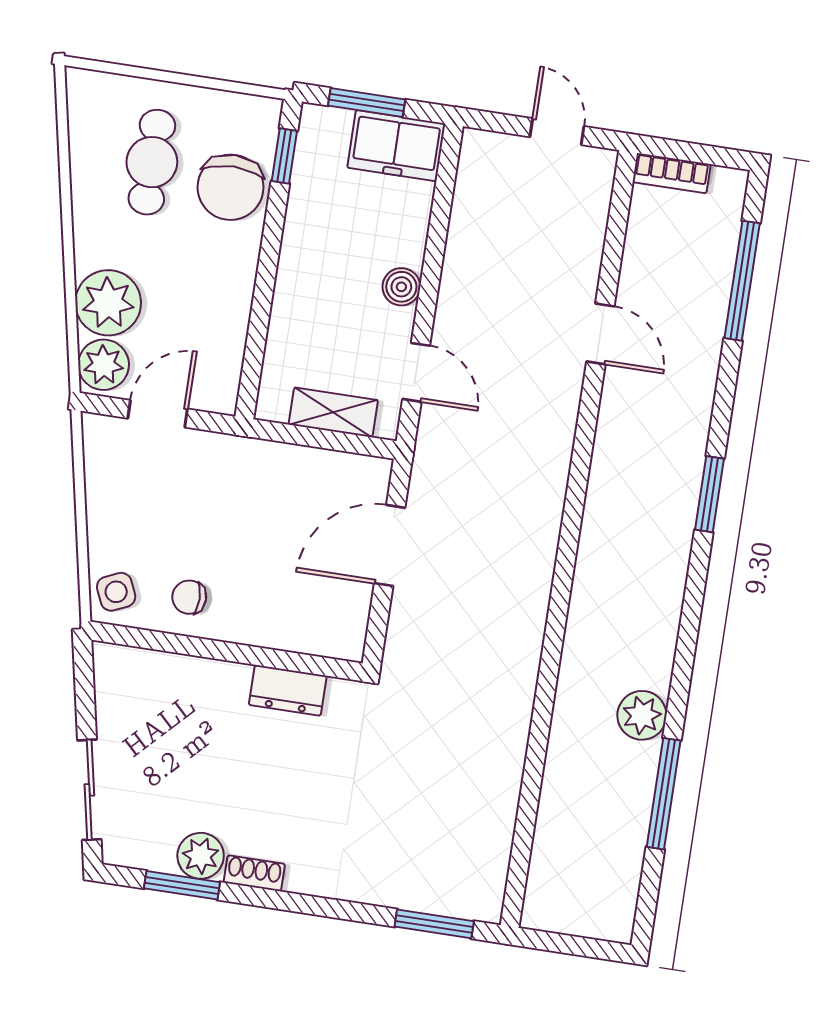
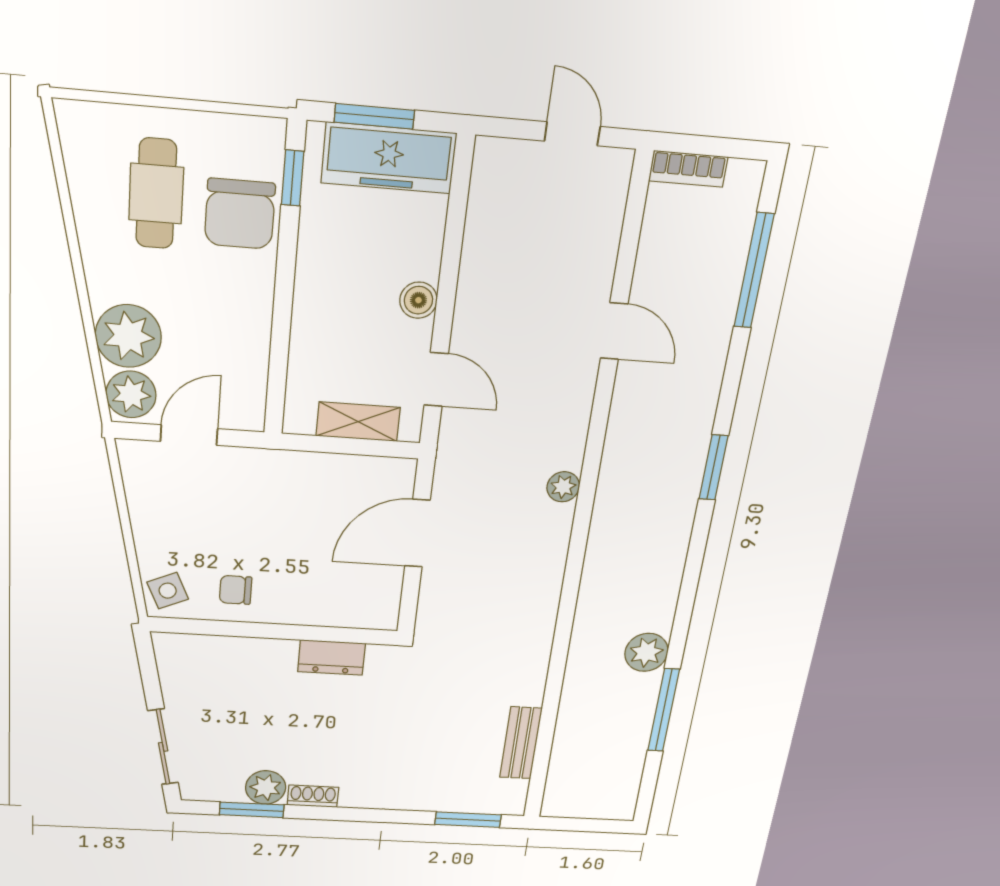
freezer: (396, 146) -> (389, 158), width x1.40
plant: (548, 504) -> (563, 487), added
bench: (498, 823) -> (521, 743), added

